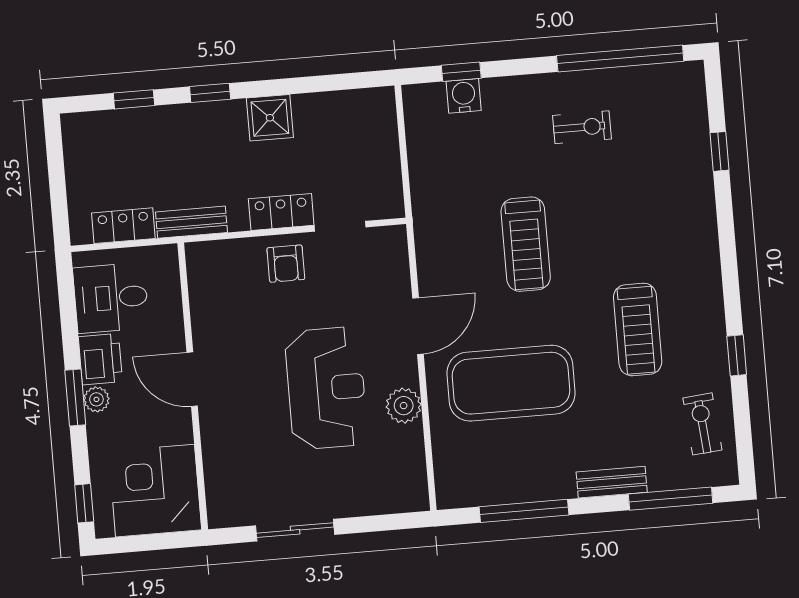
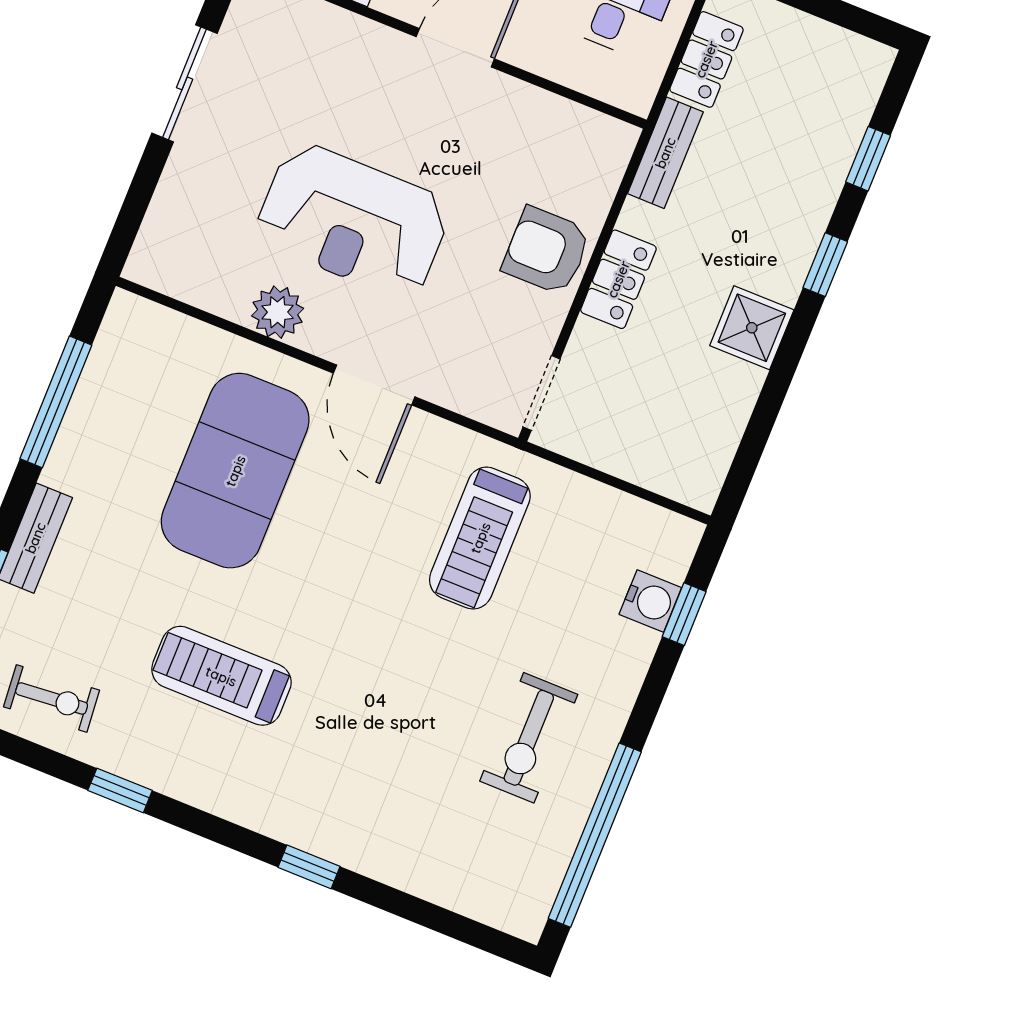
exercise bike: (582, 127) -> (529, 738), width x1.38, depth x1.39
window: (720, 151) -> (309, 867), moved
doorway: (340, 226) -> (541, 393), moved
treadmill: (526, 244) -> (480, 538), moved, turned -90
armchair: (286, 264) -> (546, 251), width x1.38, depth x1.38

